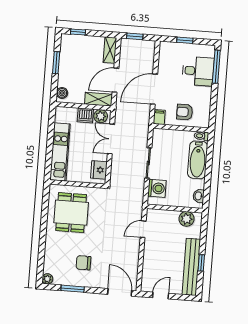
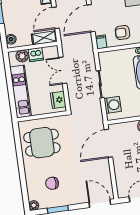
plant: (101, 116) -> (22, 56), moved
dining table: (71, 213) -> (42, 143), turned 90
door: (143, 229) -> (108, 143), width x1.88
chair: (83, 263) -> (52, 183), moved

